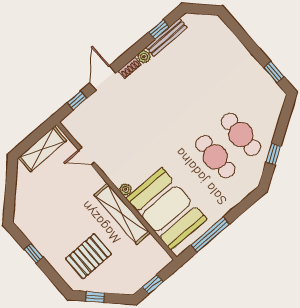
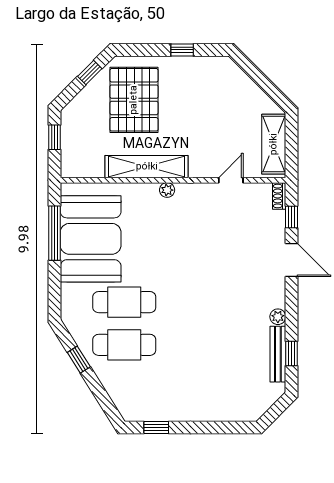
shoe rack: (130, 68) -> (279, 196), moved
booth: (166, 209) -> (91, 239), moved, turned 90
pallet: (89, 256) -> (134, 100), width x1.37, depth x1.41

